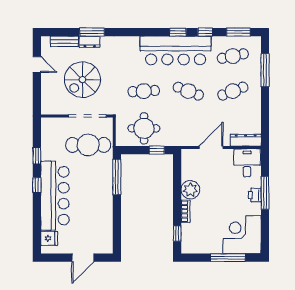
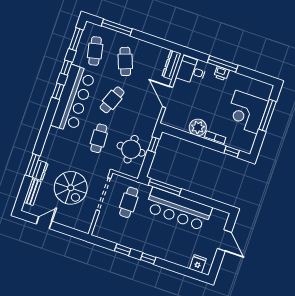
cafe table: (88, 145) -> (129, 202), width x0.73, depth x0.74
bar counter: (55, 196) -> (179, 209), moved, turned 180
corner desk: (242, 235) -> (246, 112), moved

